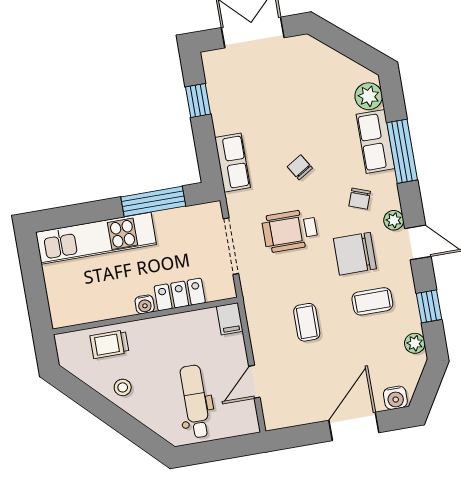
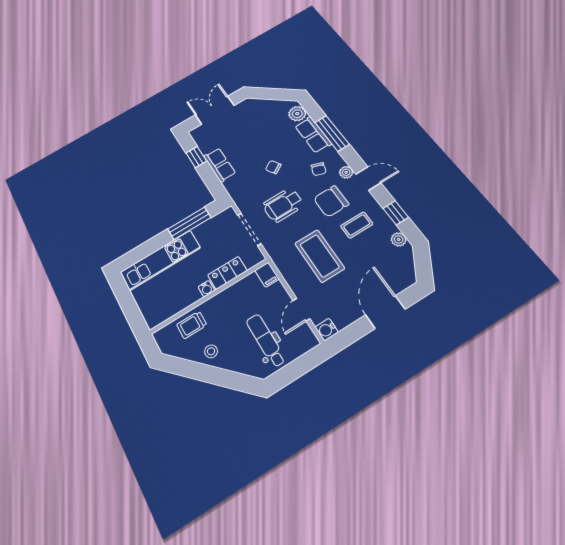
row of seats: (233, 163) -> (220, 165), moved
coffee table: (307, 322) -> (320, 256), width x1.86, depth x1.72
water cooler: (395, 398) -> (327, 330), moved, turned 90

